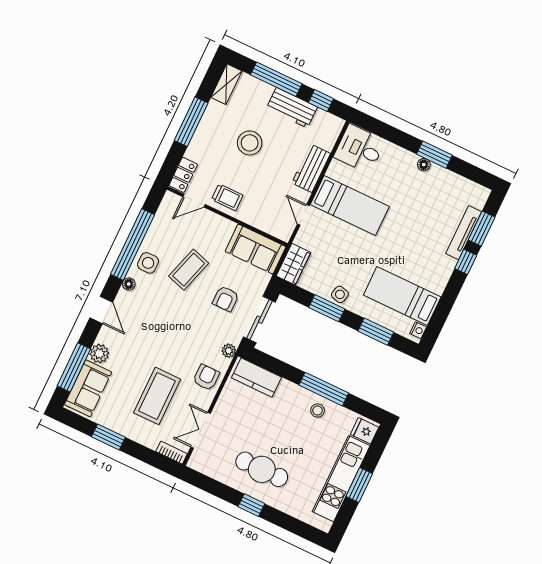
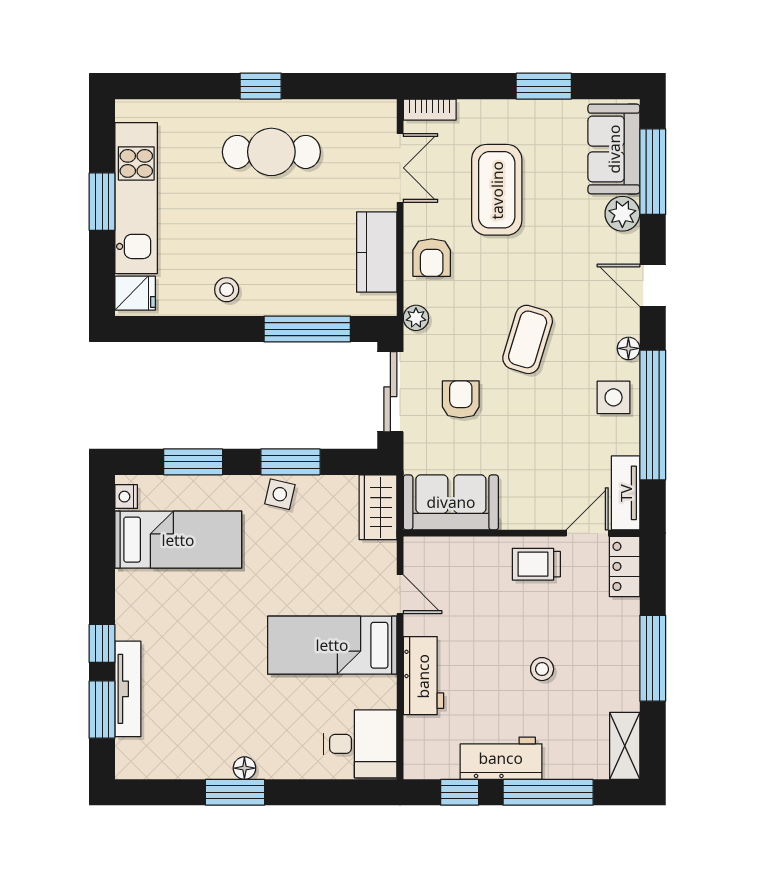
stool: (250, 143) -> (542, 669), width x0.53, depth x0.53
tv unit: (165, 212) -> (626, 493), added
coffee table: (189, 270) -> (528, 339), moved
kitchen counter: (256, 377) -> (377, 252), moved, turned -90
window: (324, 389) -> (307, 329), moved

